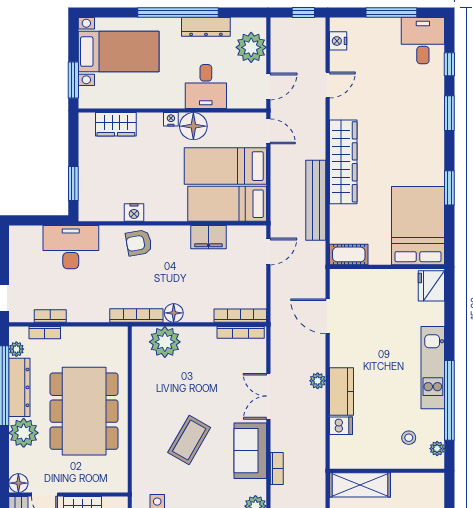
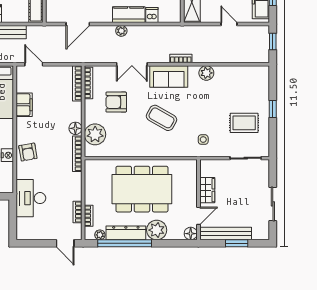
armchair: (212, 373) -> (116, 102), added

